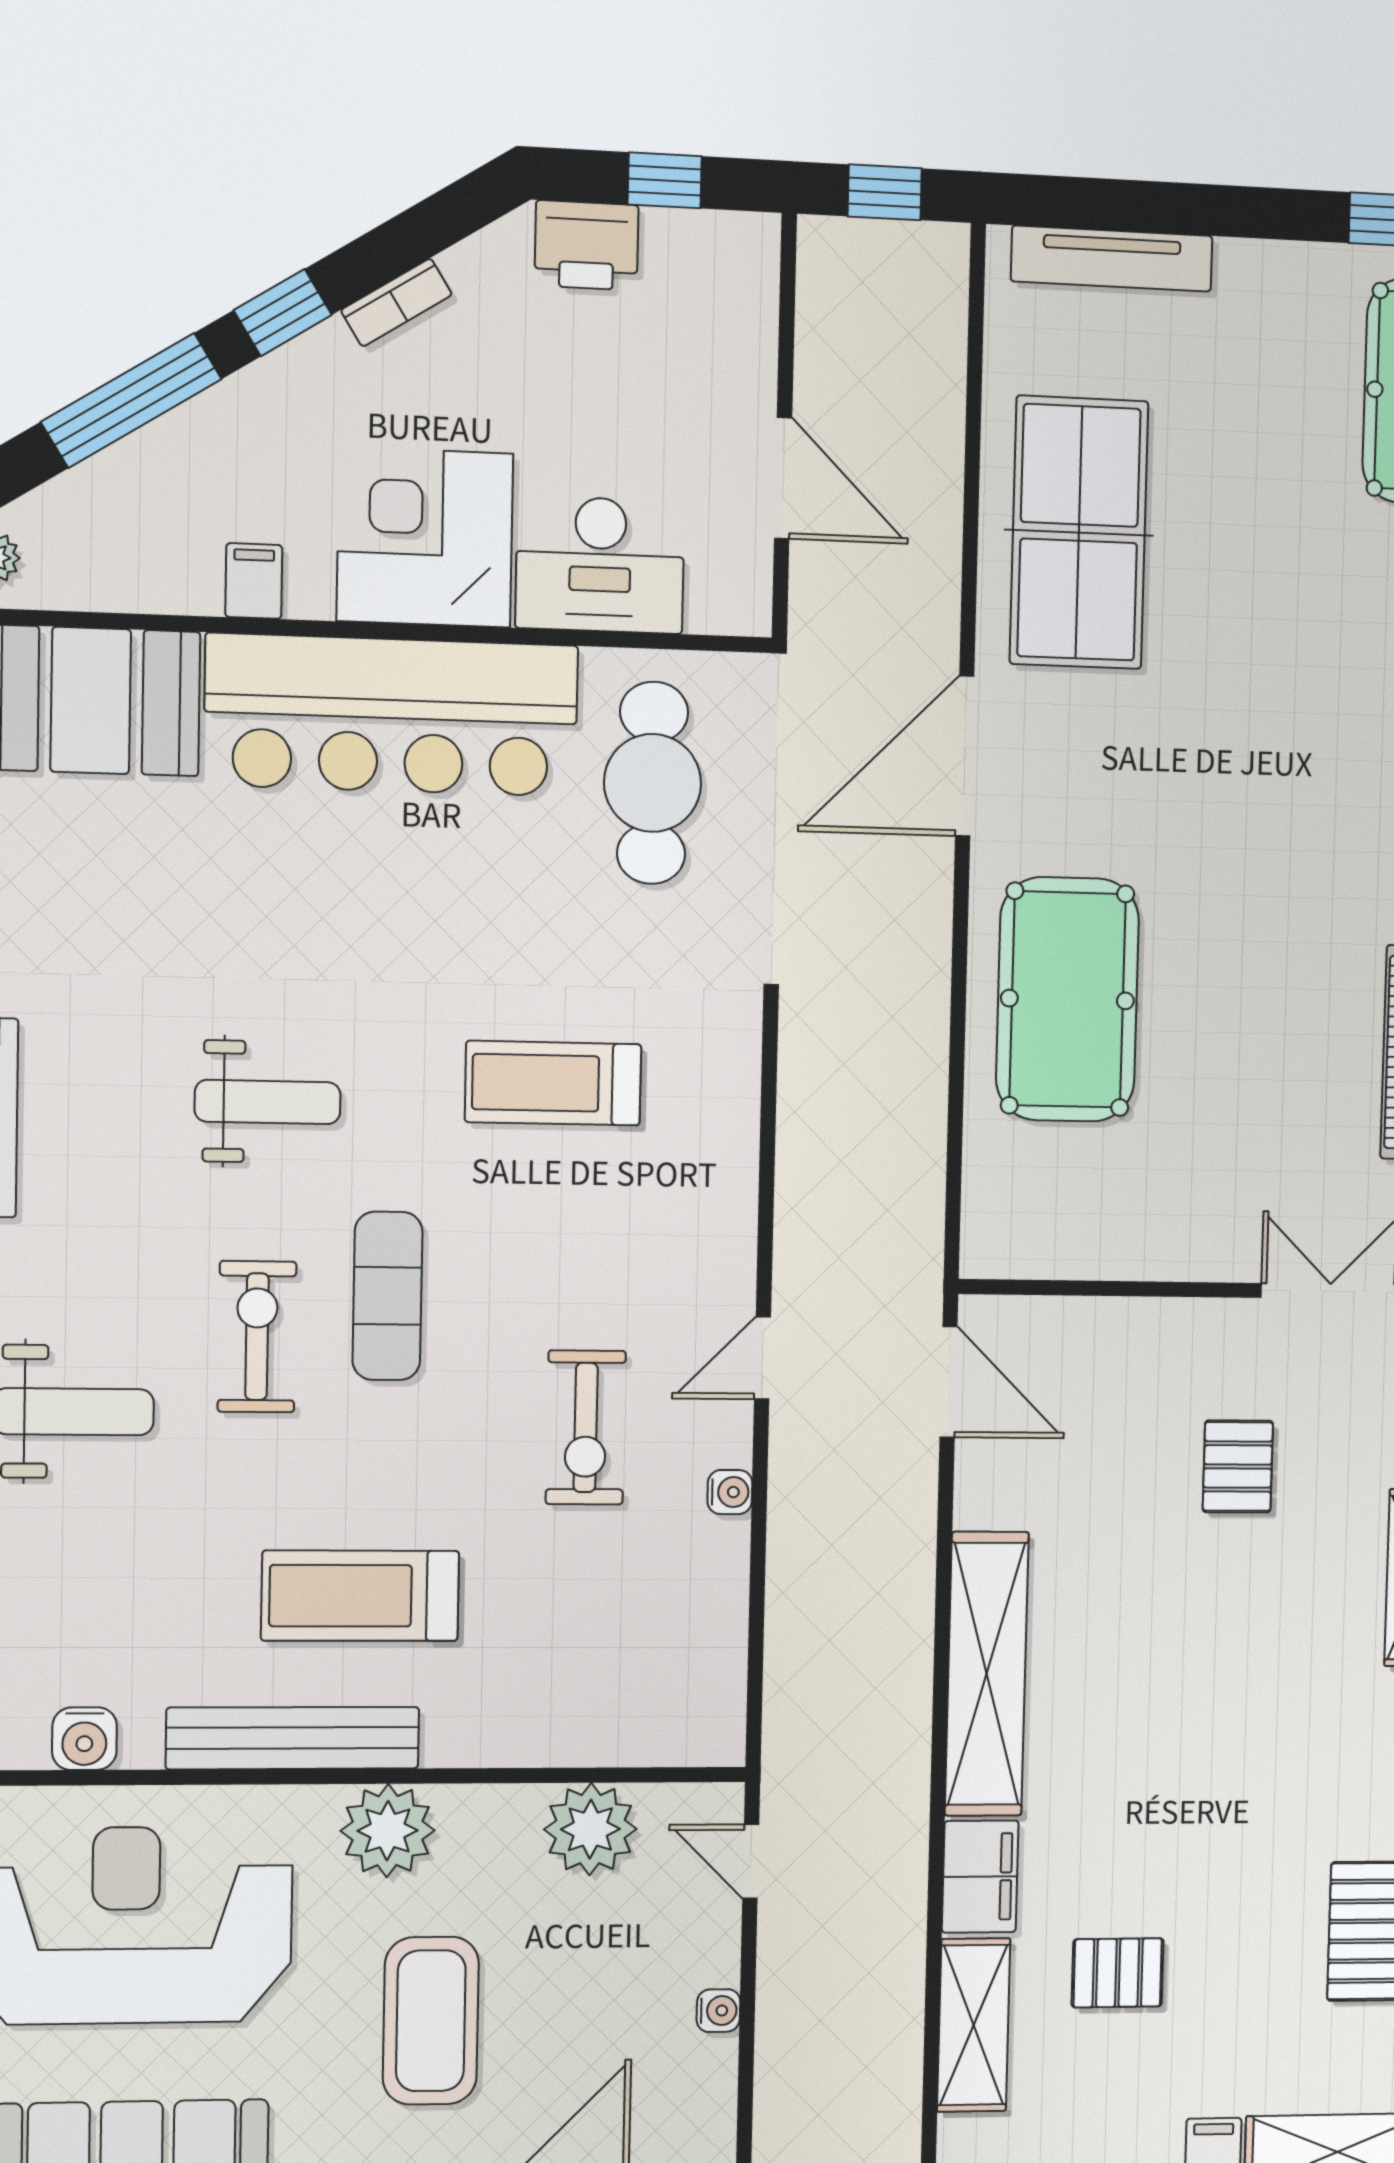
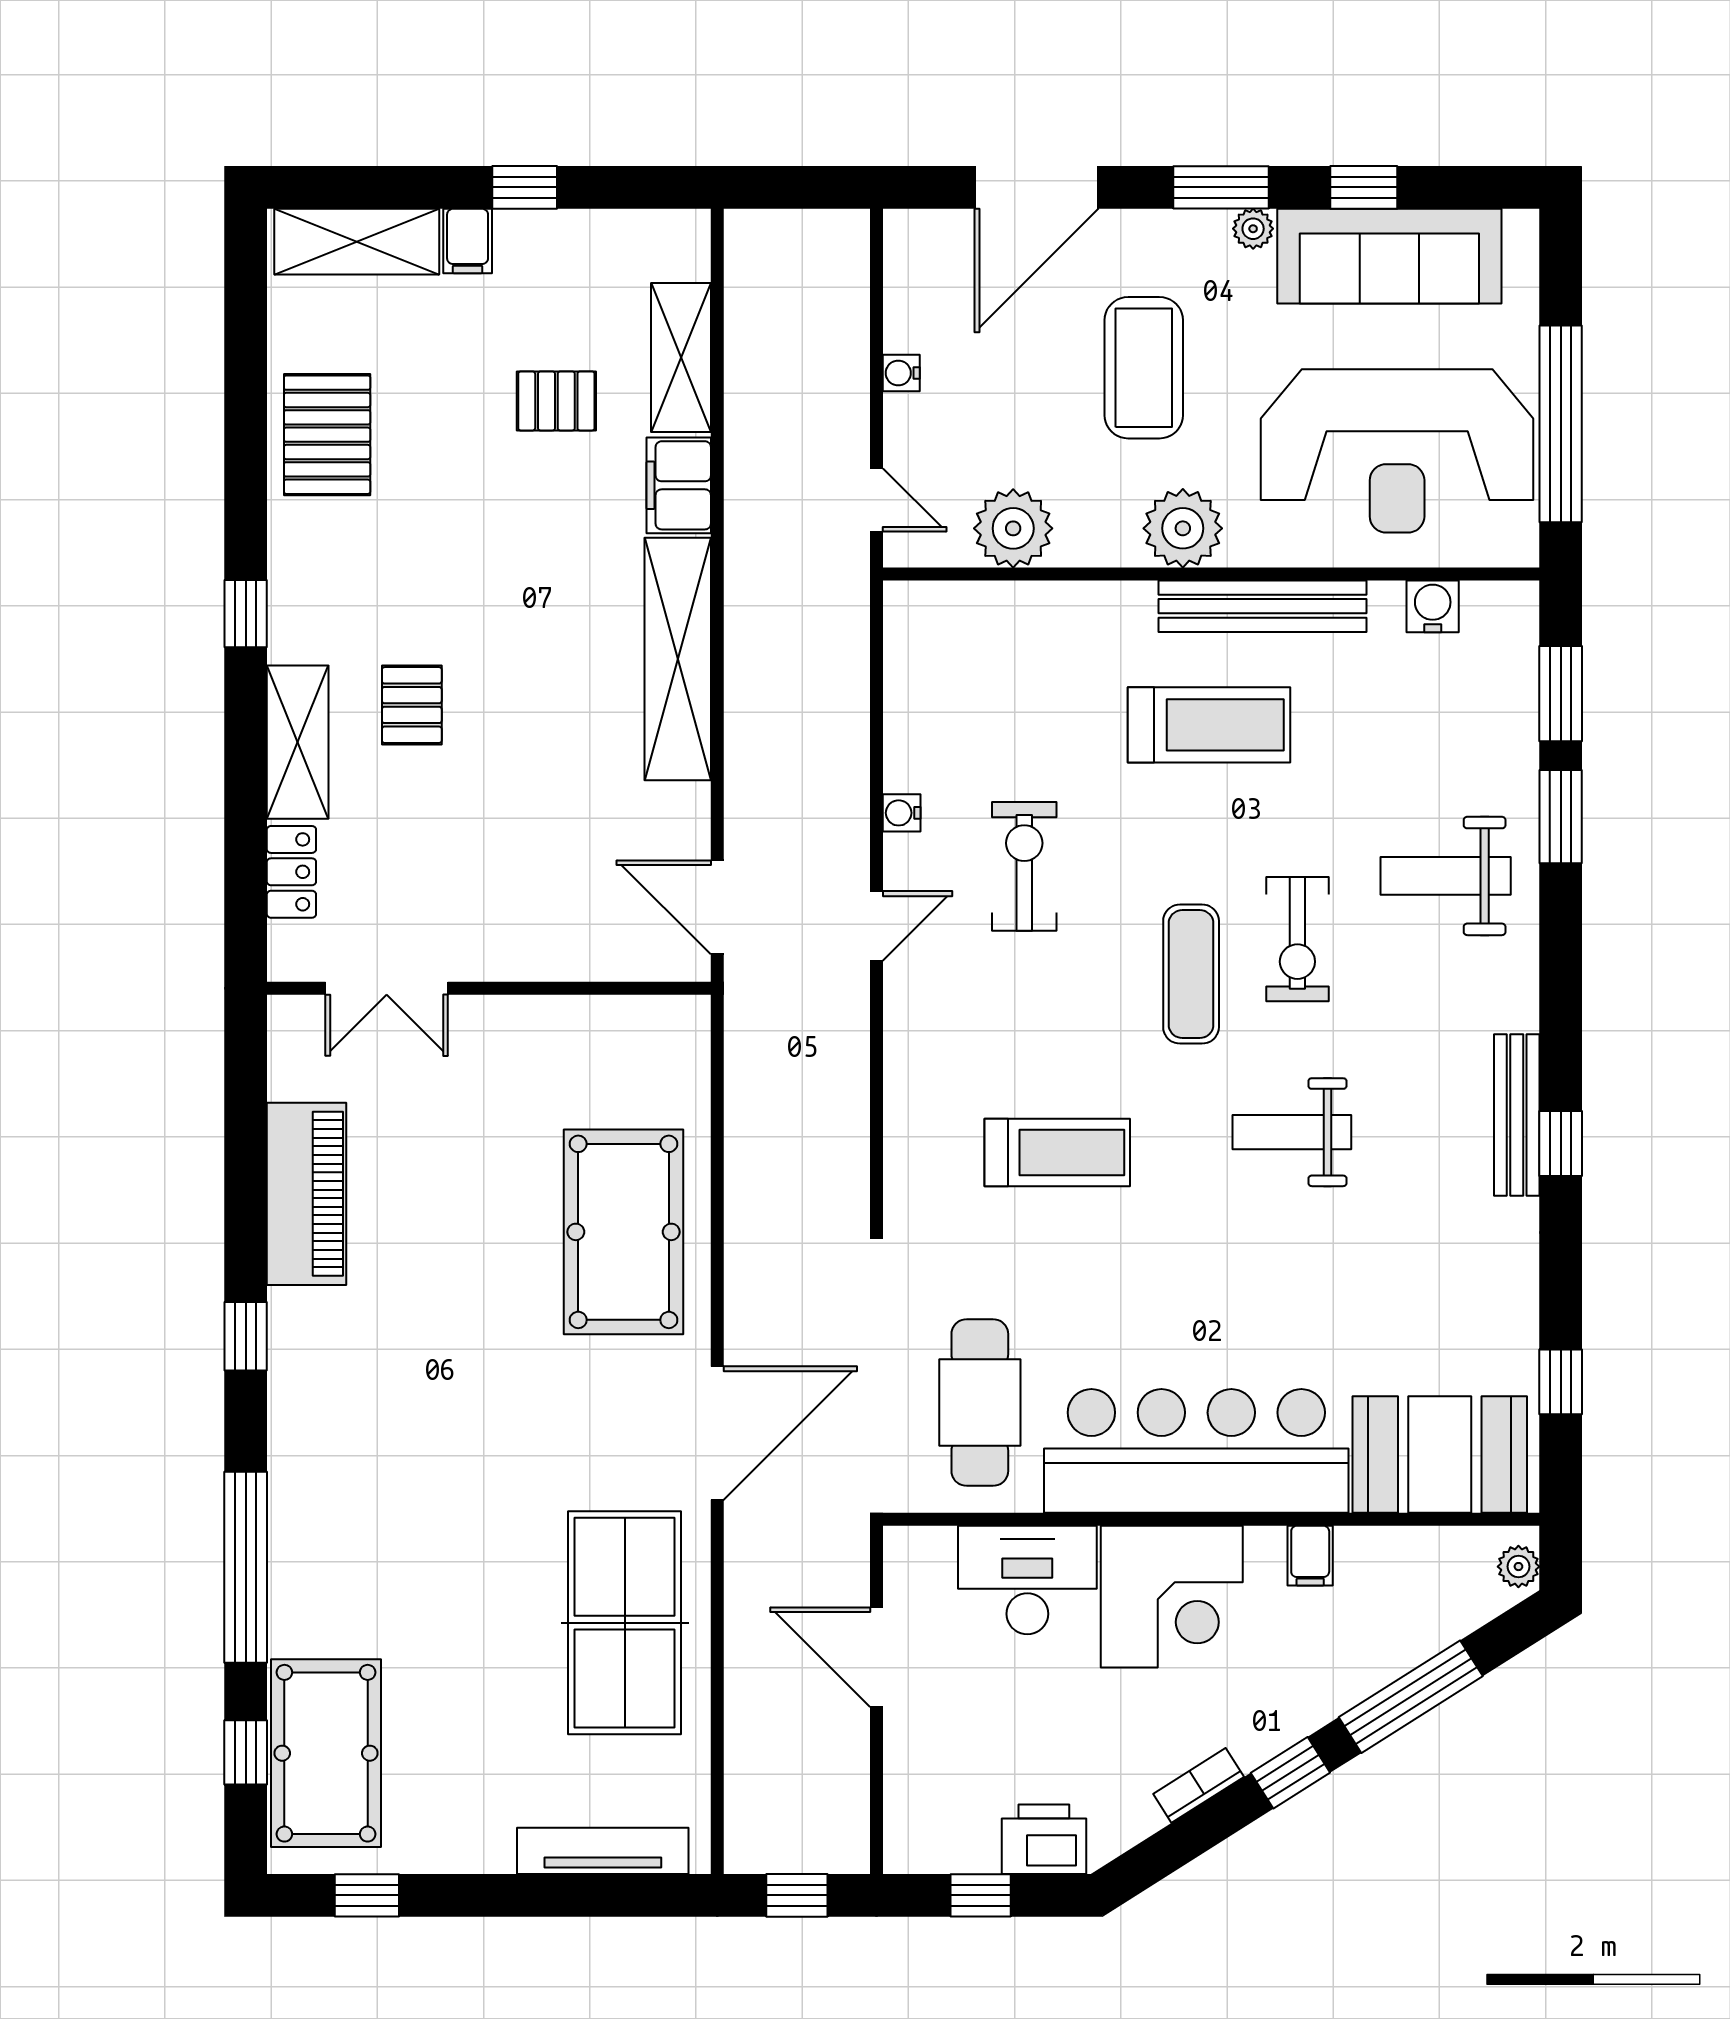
pallet: (1238, 1466) -> (412, 705), moved

